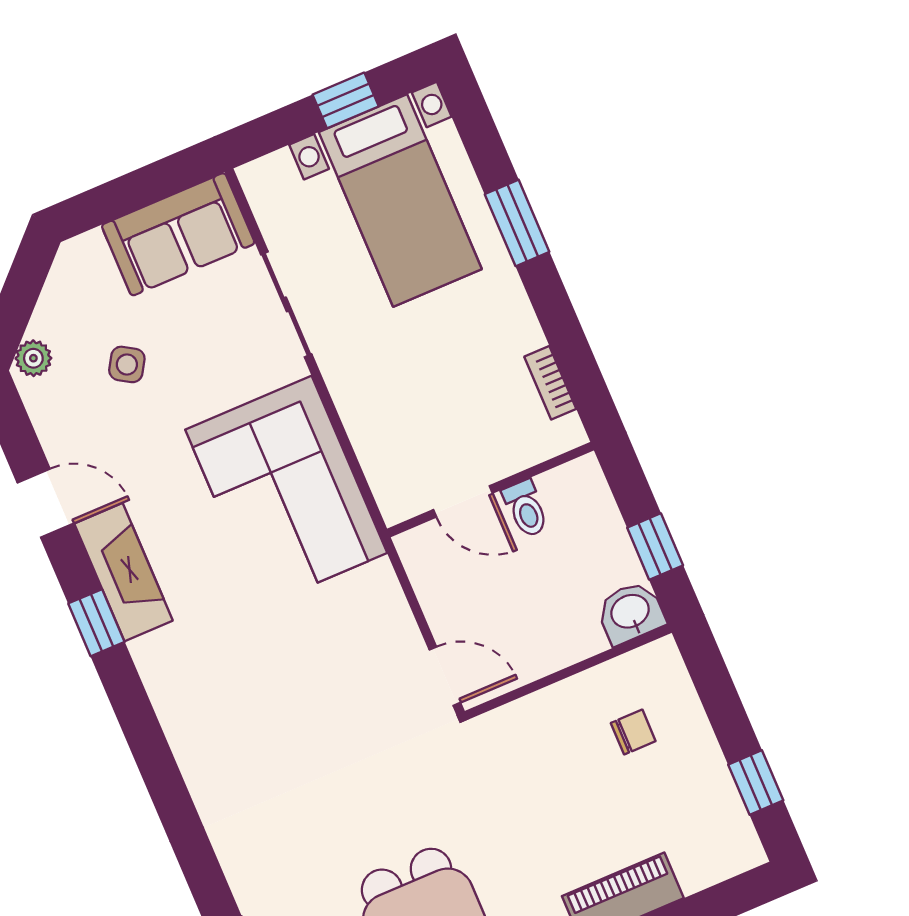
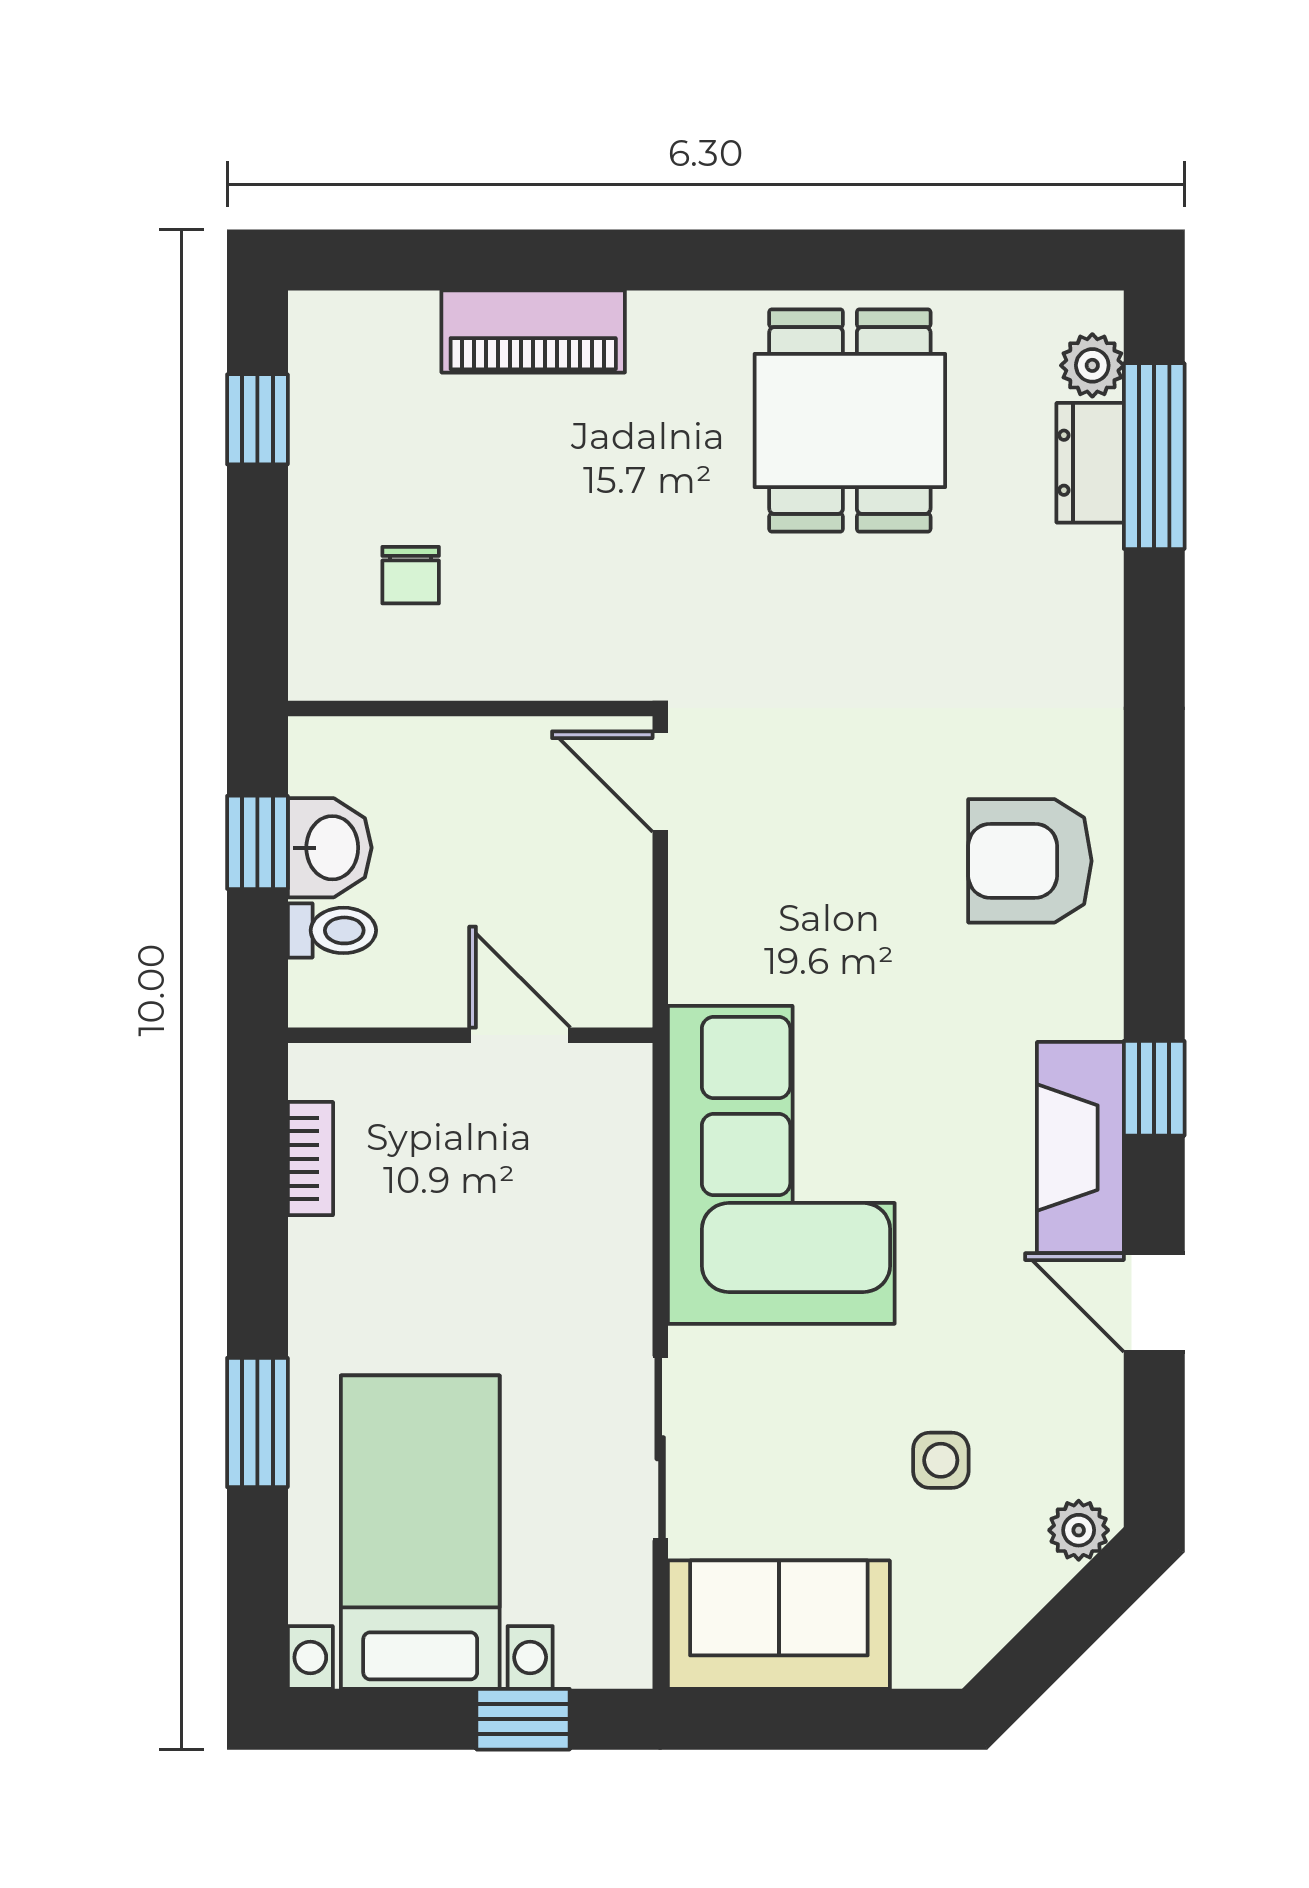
window: (346, 100) -> (523, 1719), moved
side table: (127, 364) -> (941, 1460), turned -32
toilet: (526, 509) -> (332, 930), moved, turned 90
washbasin: (631, 613) -> (330, 848), moved, turned -90
armchair: (220, 720) -> (1030, 861), added
chair: (633, 732) -> (411, 575), turned -90

